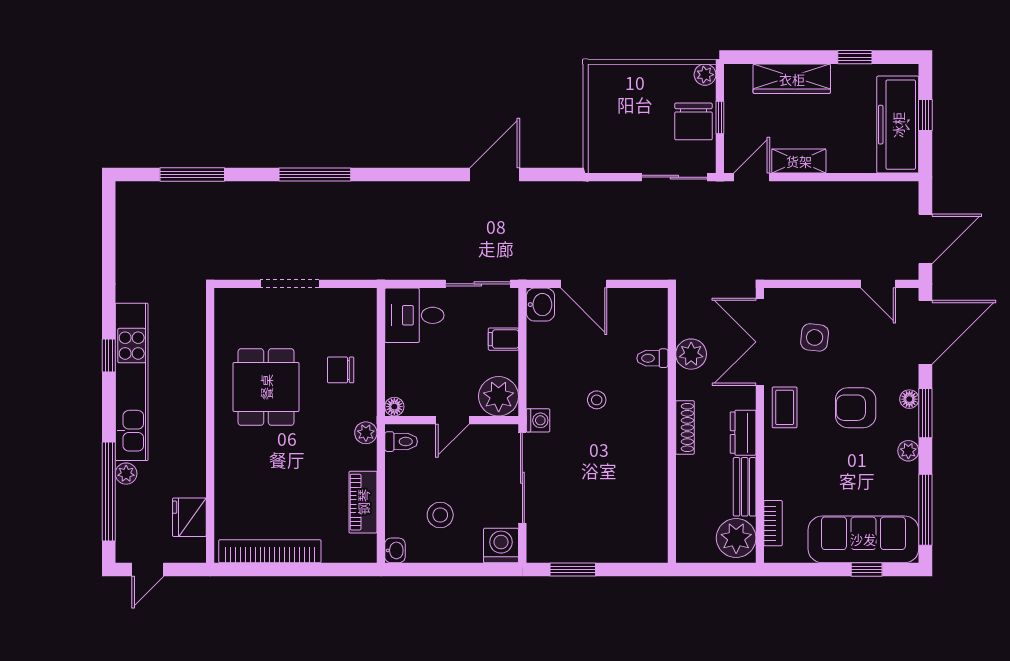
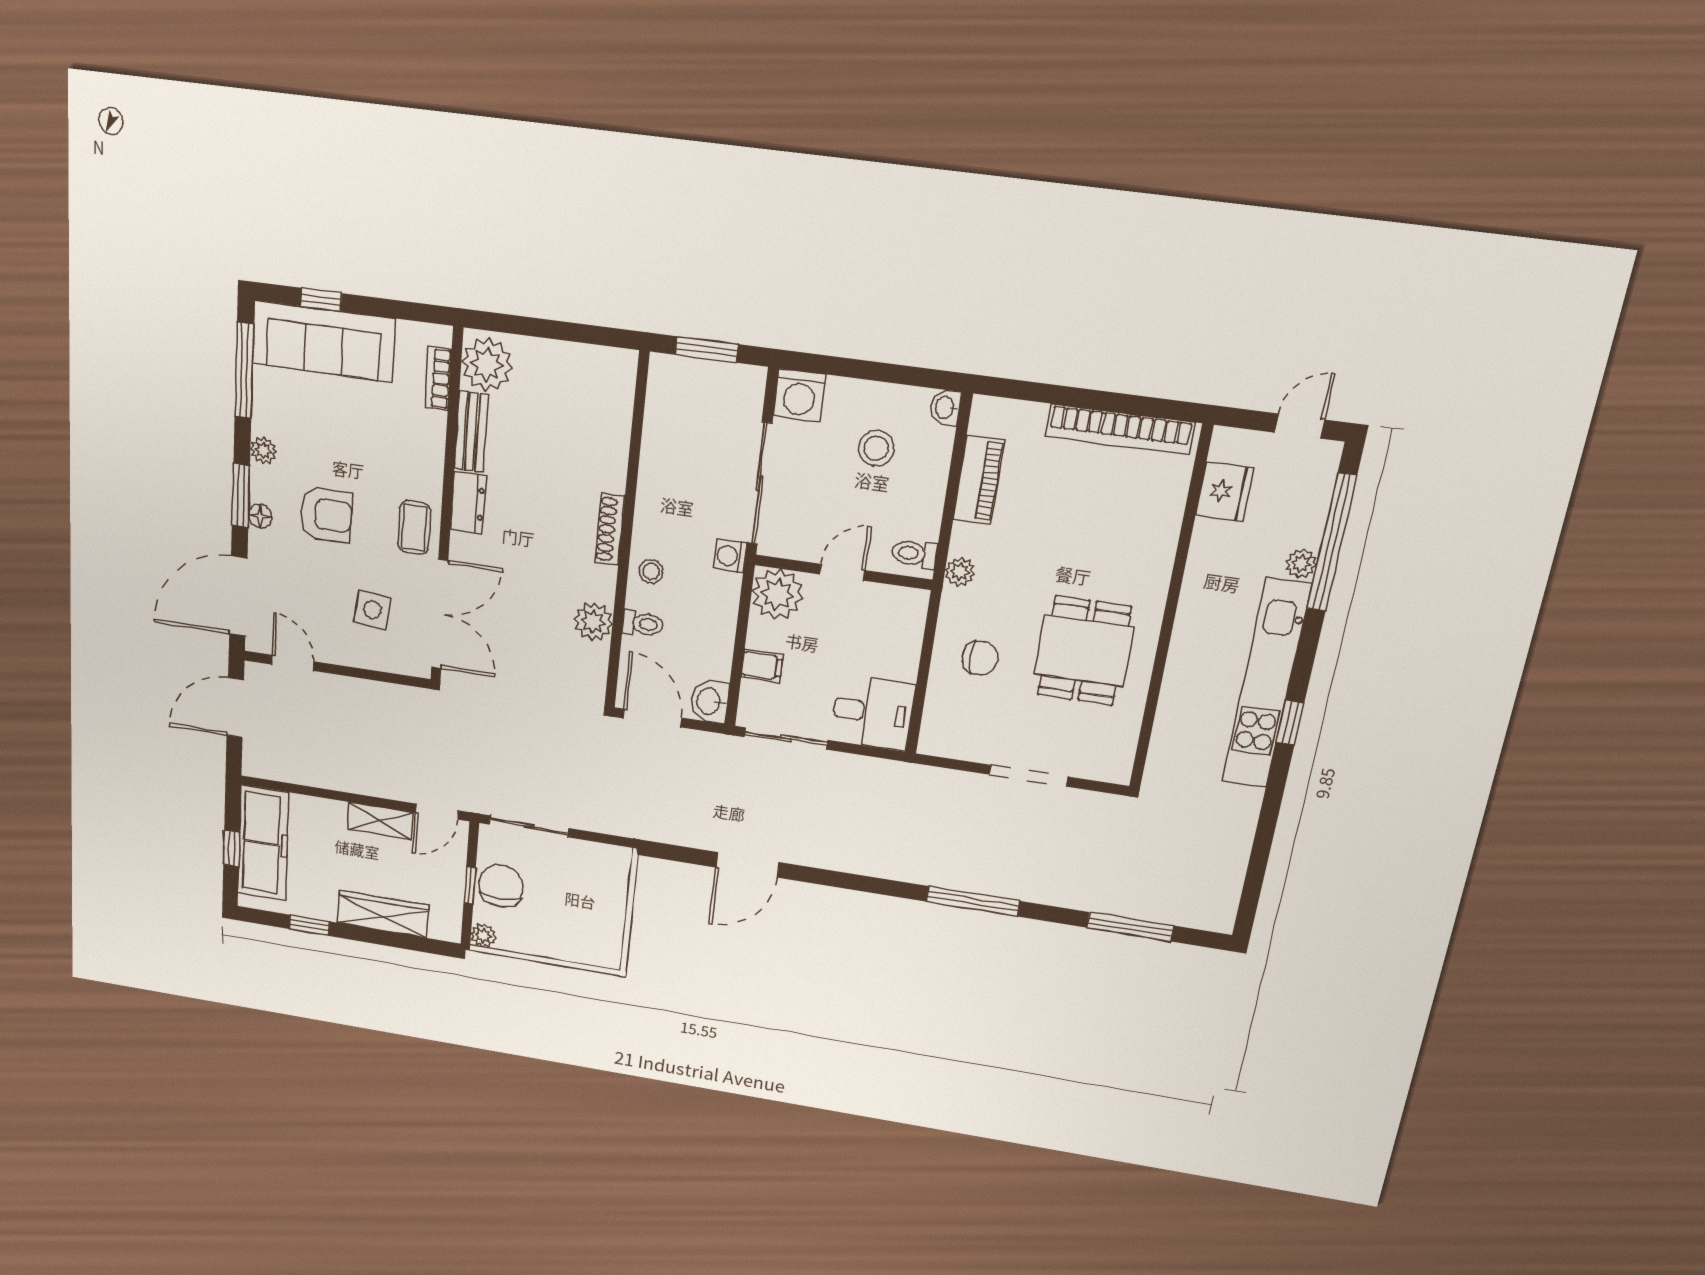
plant: (691, 354) -> (593, 622), moved
toilet: (652, 358) -> (643, 624), moved
floor lamp: (394, 407) -> (916, 601), removed
wall: (672, 425) -> (626, 535), moved
shoe rack: (685, 427) -> (610, 530), moved

